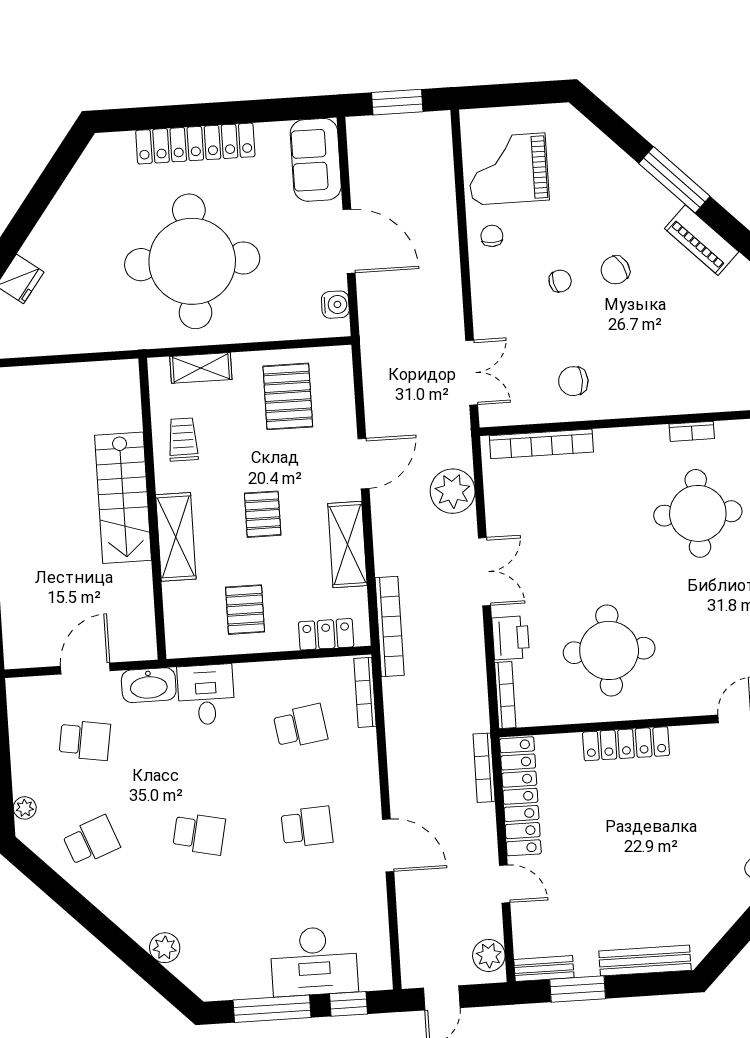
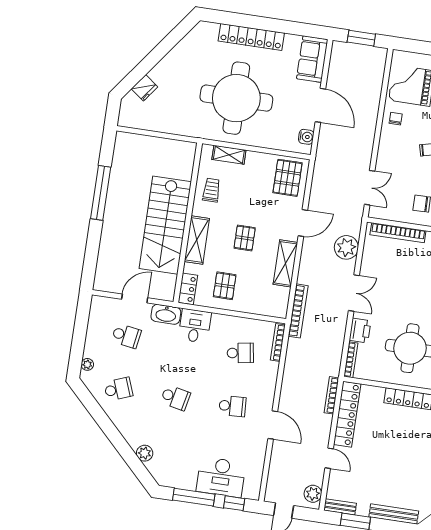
pallet: (288, 396) -> (288, 178), moved
stairs: (123, 498) -> (165, 225), width x1.36, depth x1.51
locker: (326, 634) -> (188, 289), moved, turned 90

